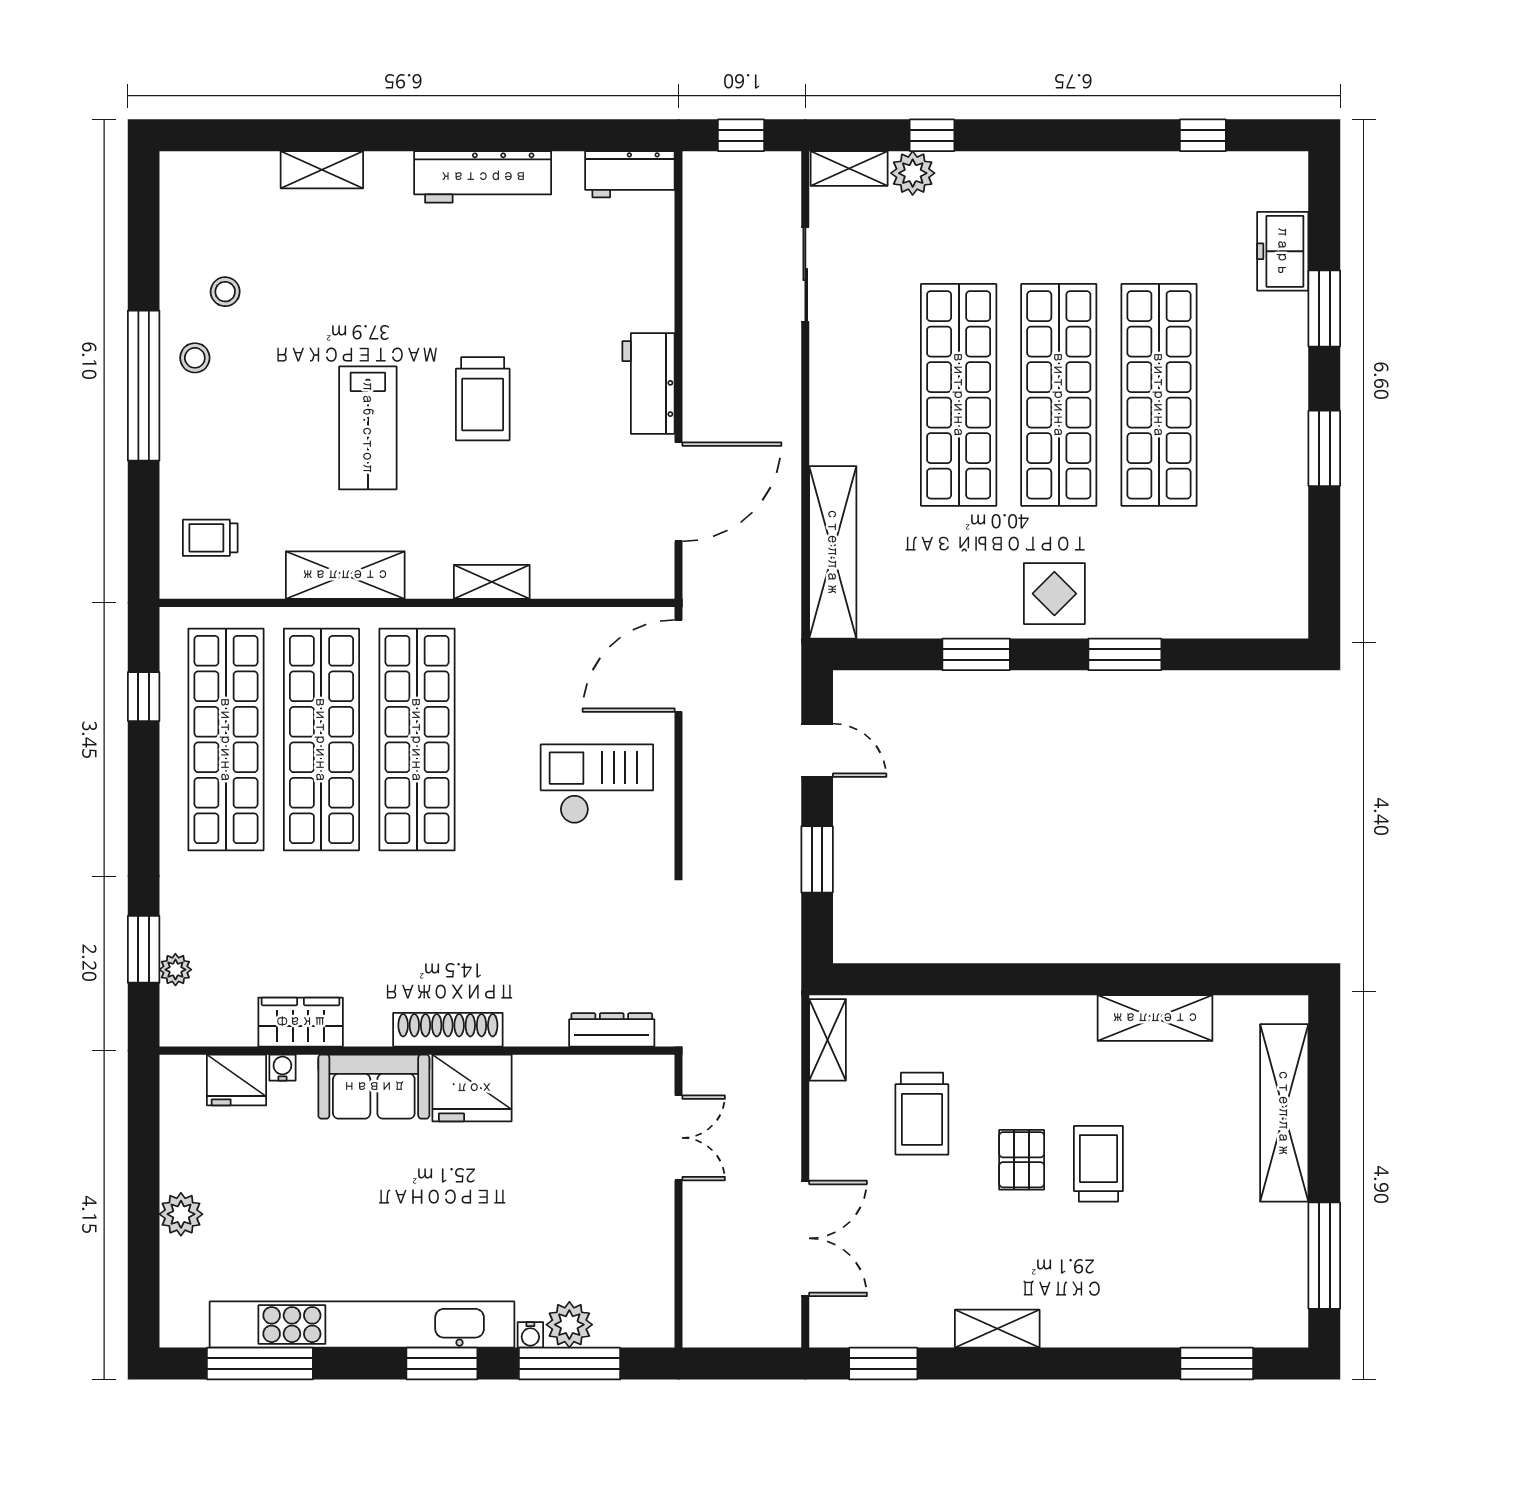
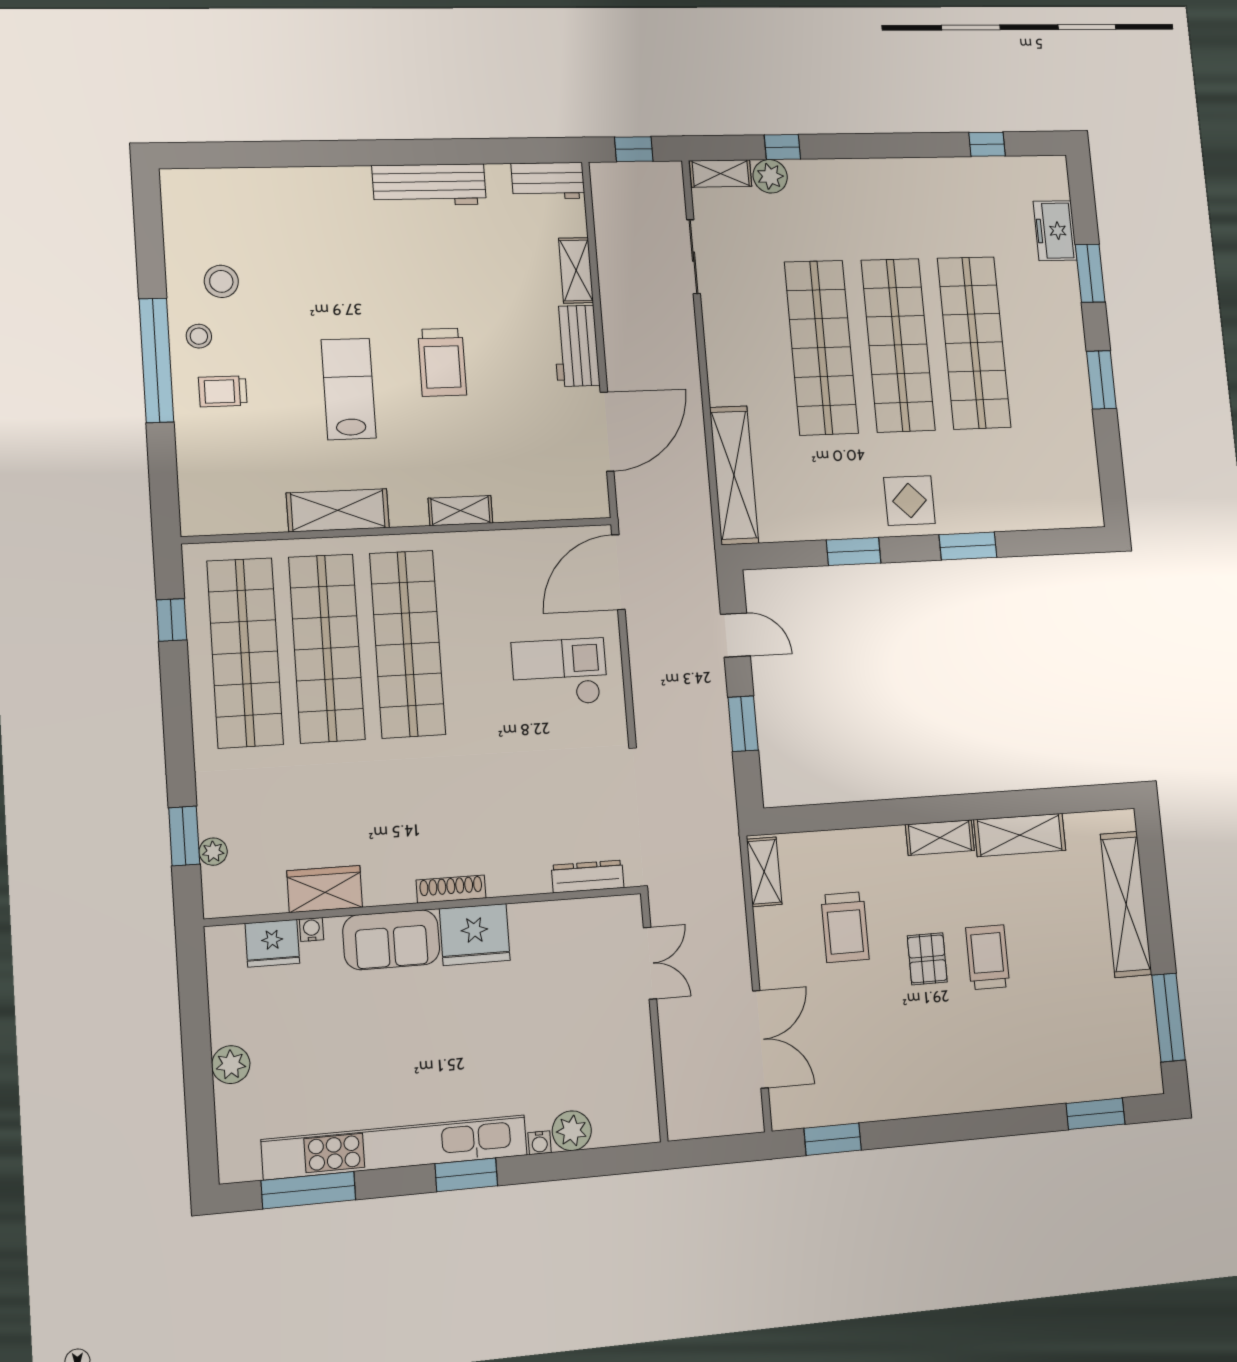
shelving: (322, 170) -> (576, 270), moved, turned 90
stool: (225, 292) -> (221, 281), width x1.37, depth x1.37
lab bench: (368, 428) -> (349, 389), turned 180
trolley: (210, 538) -> (223, 391), moved
shoe rack: (448, 1030) -> (451, 889), width x0.74, depth x0.81
shelving: (997, 1329) -> (940, 838), moved
window: (570, 1364) -> (574, 1164), removed

